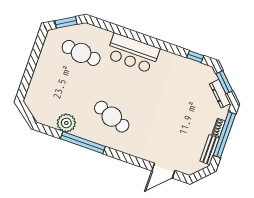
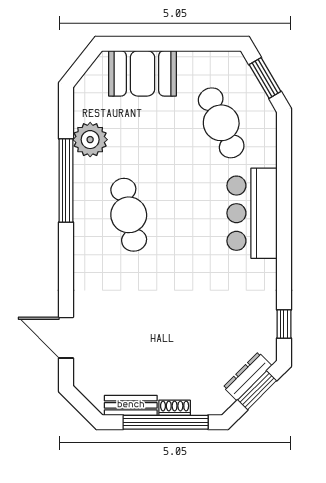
cafe table: (81, 53) -> (221, 123), turned -30
booth: (42, 84) -> (142, 73), added
dresser: (220, 94) -> (248, 376), moved
cafe table: (112, 117) -> (129, 215), turned -33

